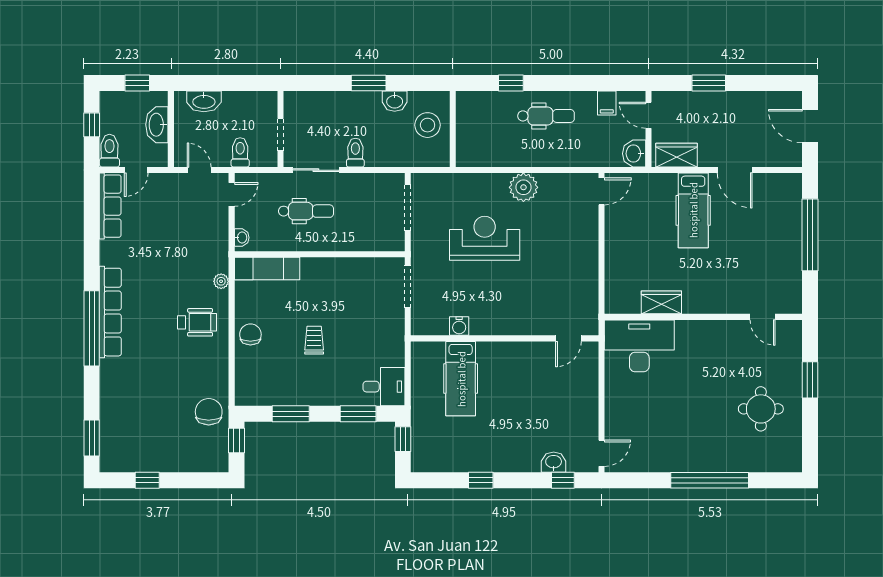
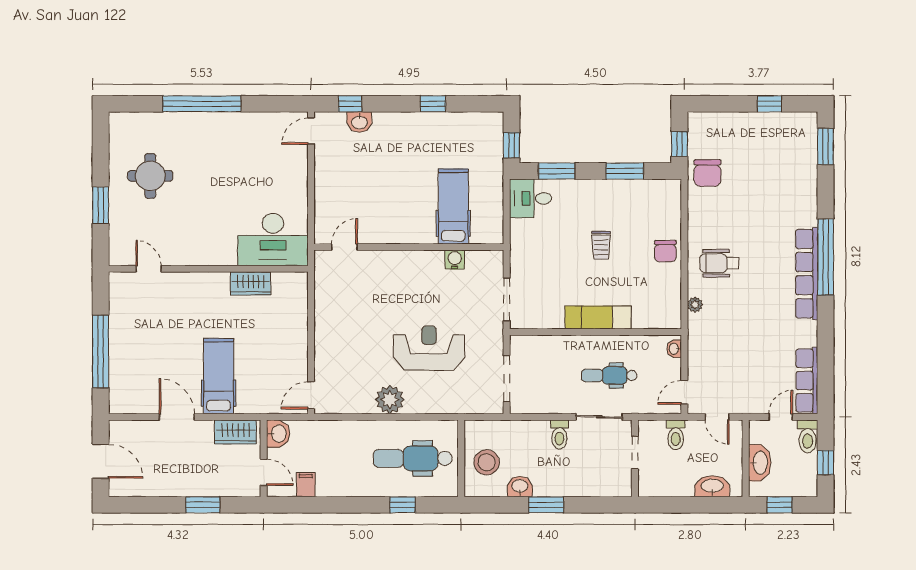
dental chair: (546, 116) -> (413, 458), moved, width x1.36, depth x1.38
reception desk: (485, 238) -> (429, 348), turned 180
exam couch: (267, 269) -> (598, 317), moved

